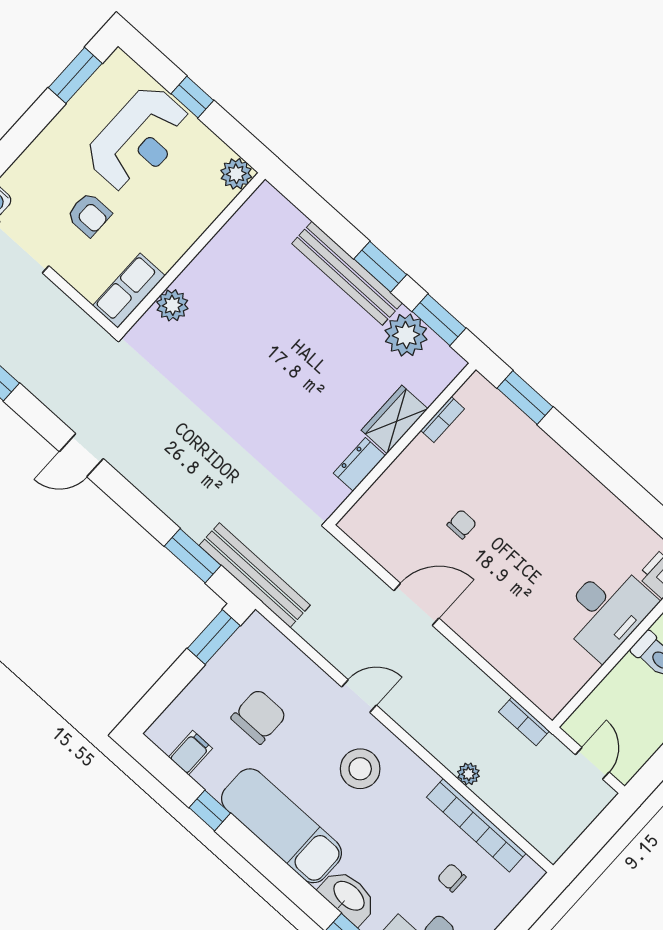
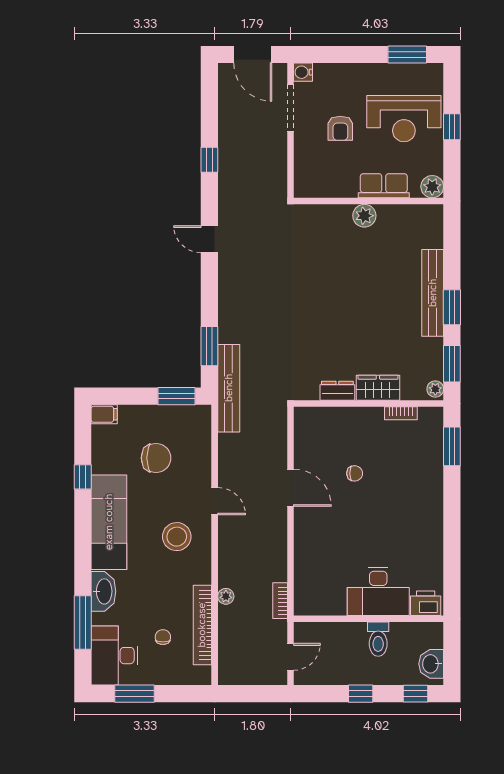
row of seats: (129, 291) -> (384, 186), moved
plant: (172, 305) -> (364, 216), moved
plant: (406, 335) -> (435, 389), moved, width x0.53, depth x0.53
filing cabinet: (191, 753) -> (104, 414), moved

